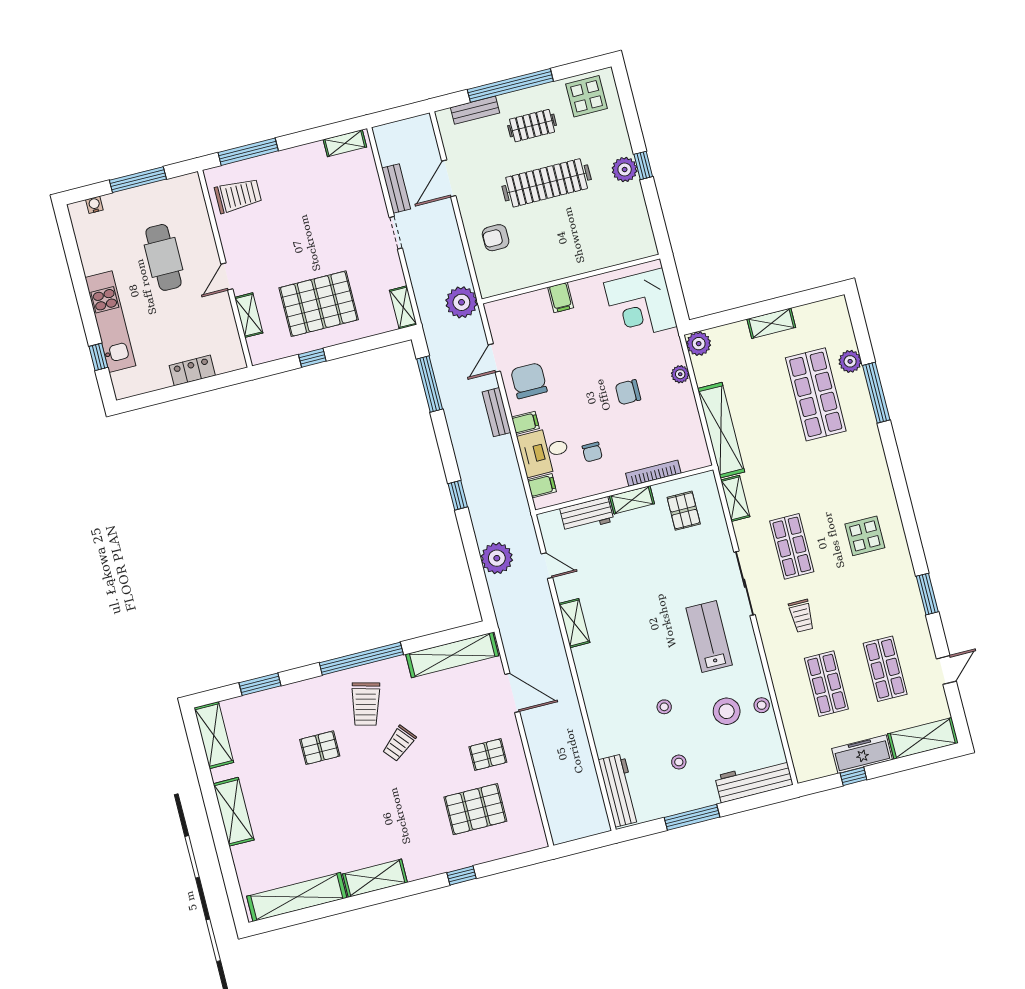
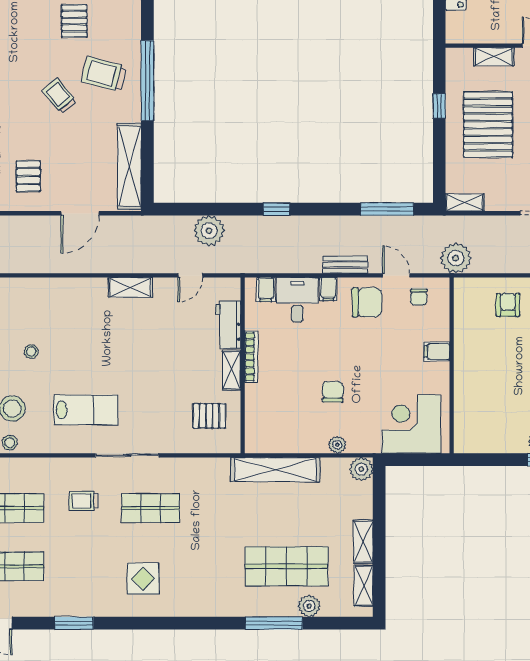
chair: (592, 452) -> (419, 297), moved, turned -90
bookcase: (653, 473) -> (251, 357), moved
shelving: (735, 498) -> (364, 586), moved, turned 90

